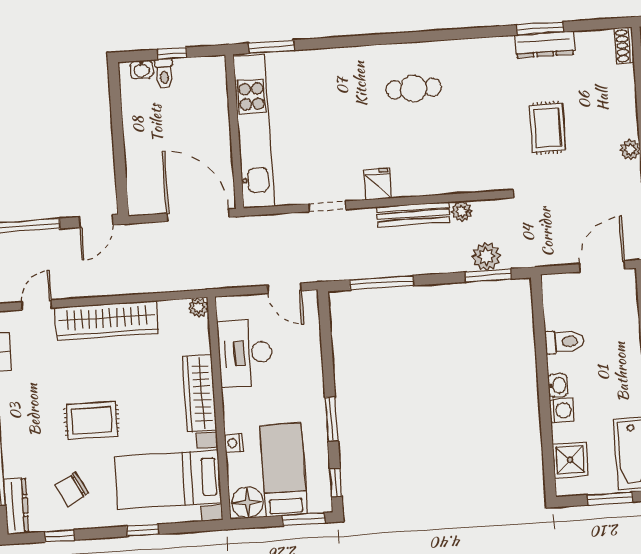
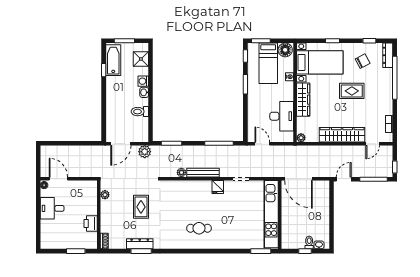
plant: (486, 256) -> (145, 152), moved

